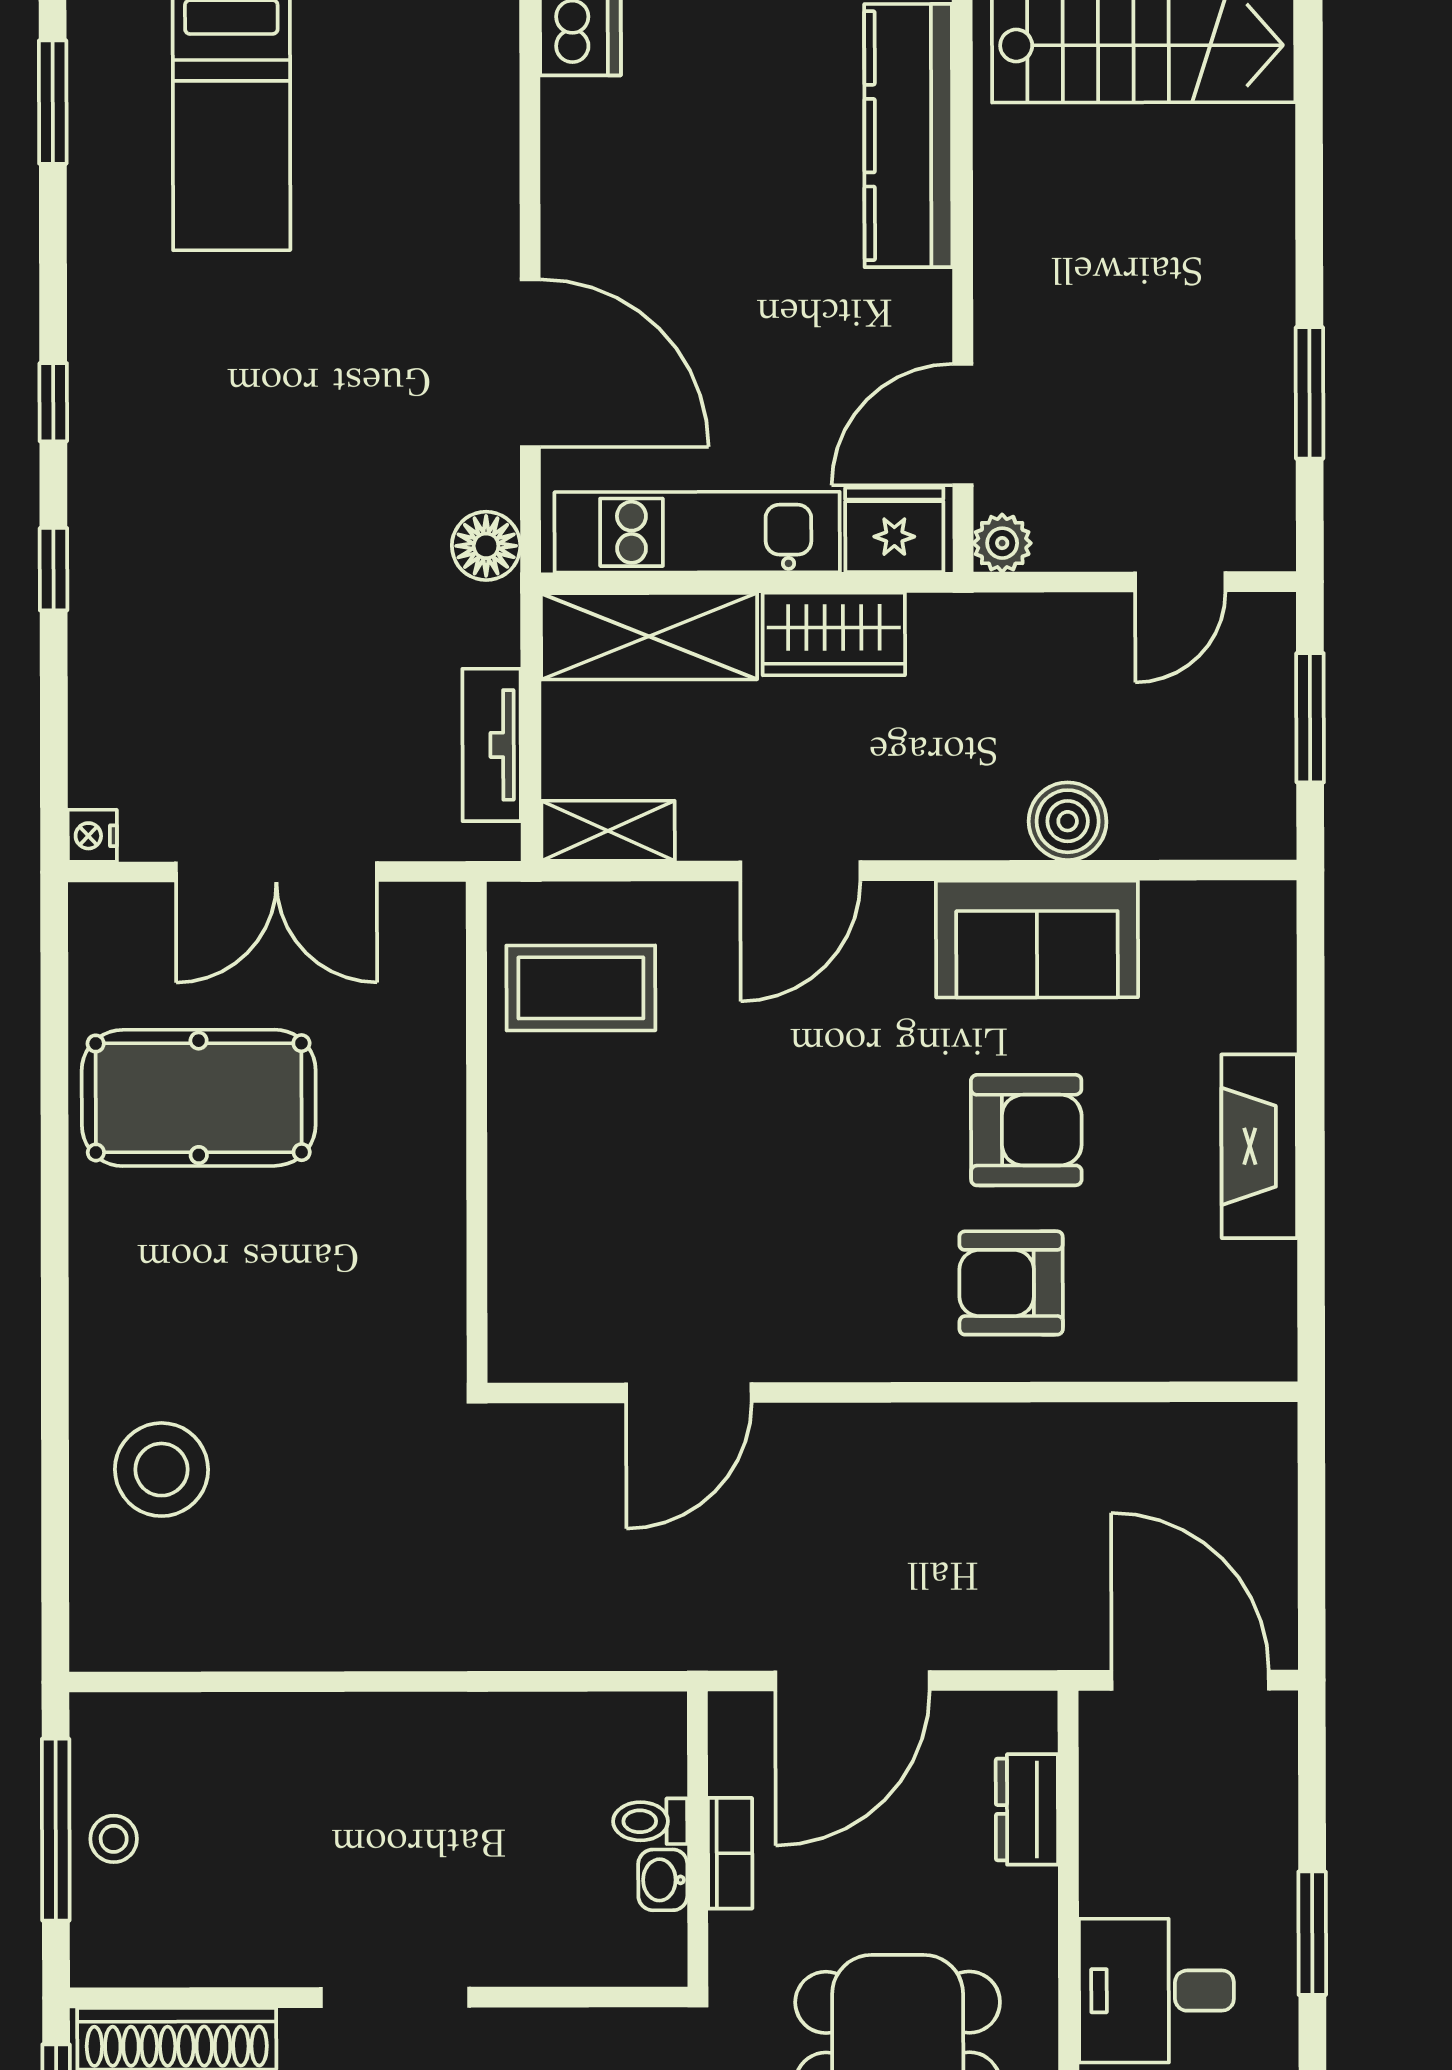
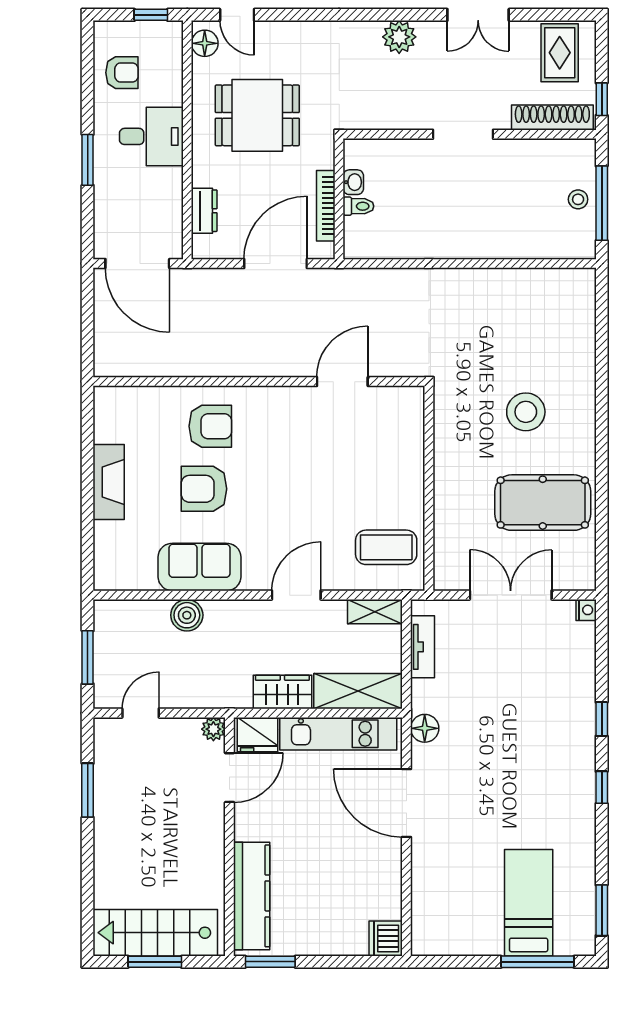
stool: (161, 1470) -> (526, 412), moved
bookcase: (730, 1853) -> (326, 206), width x1.56

